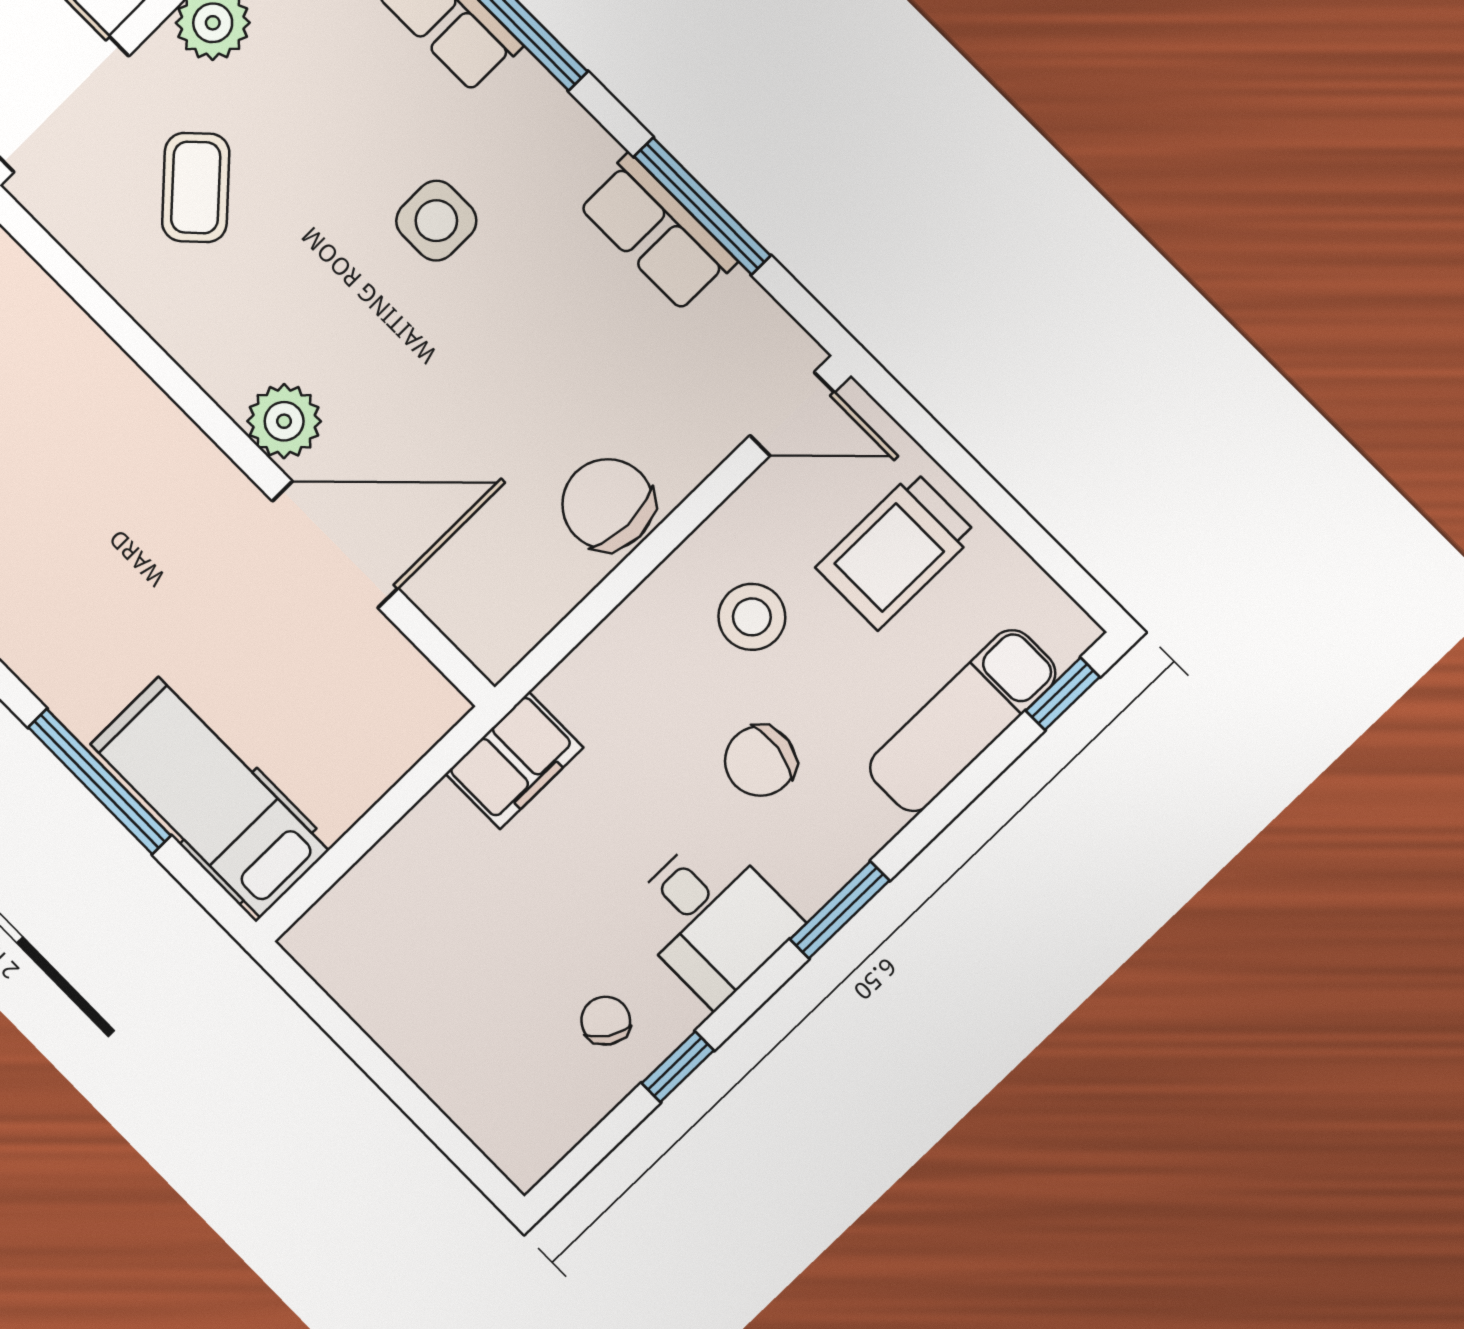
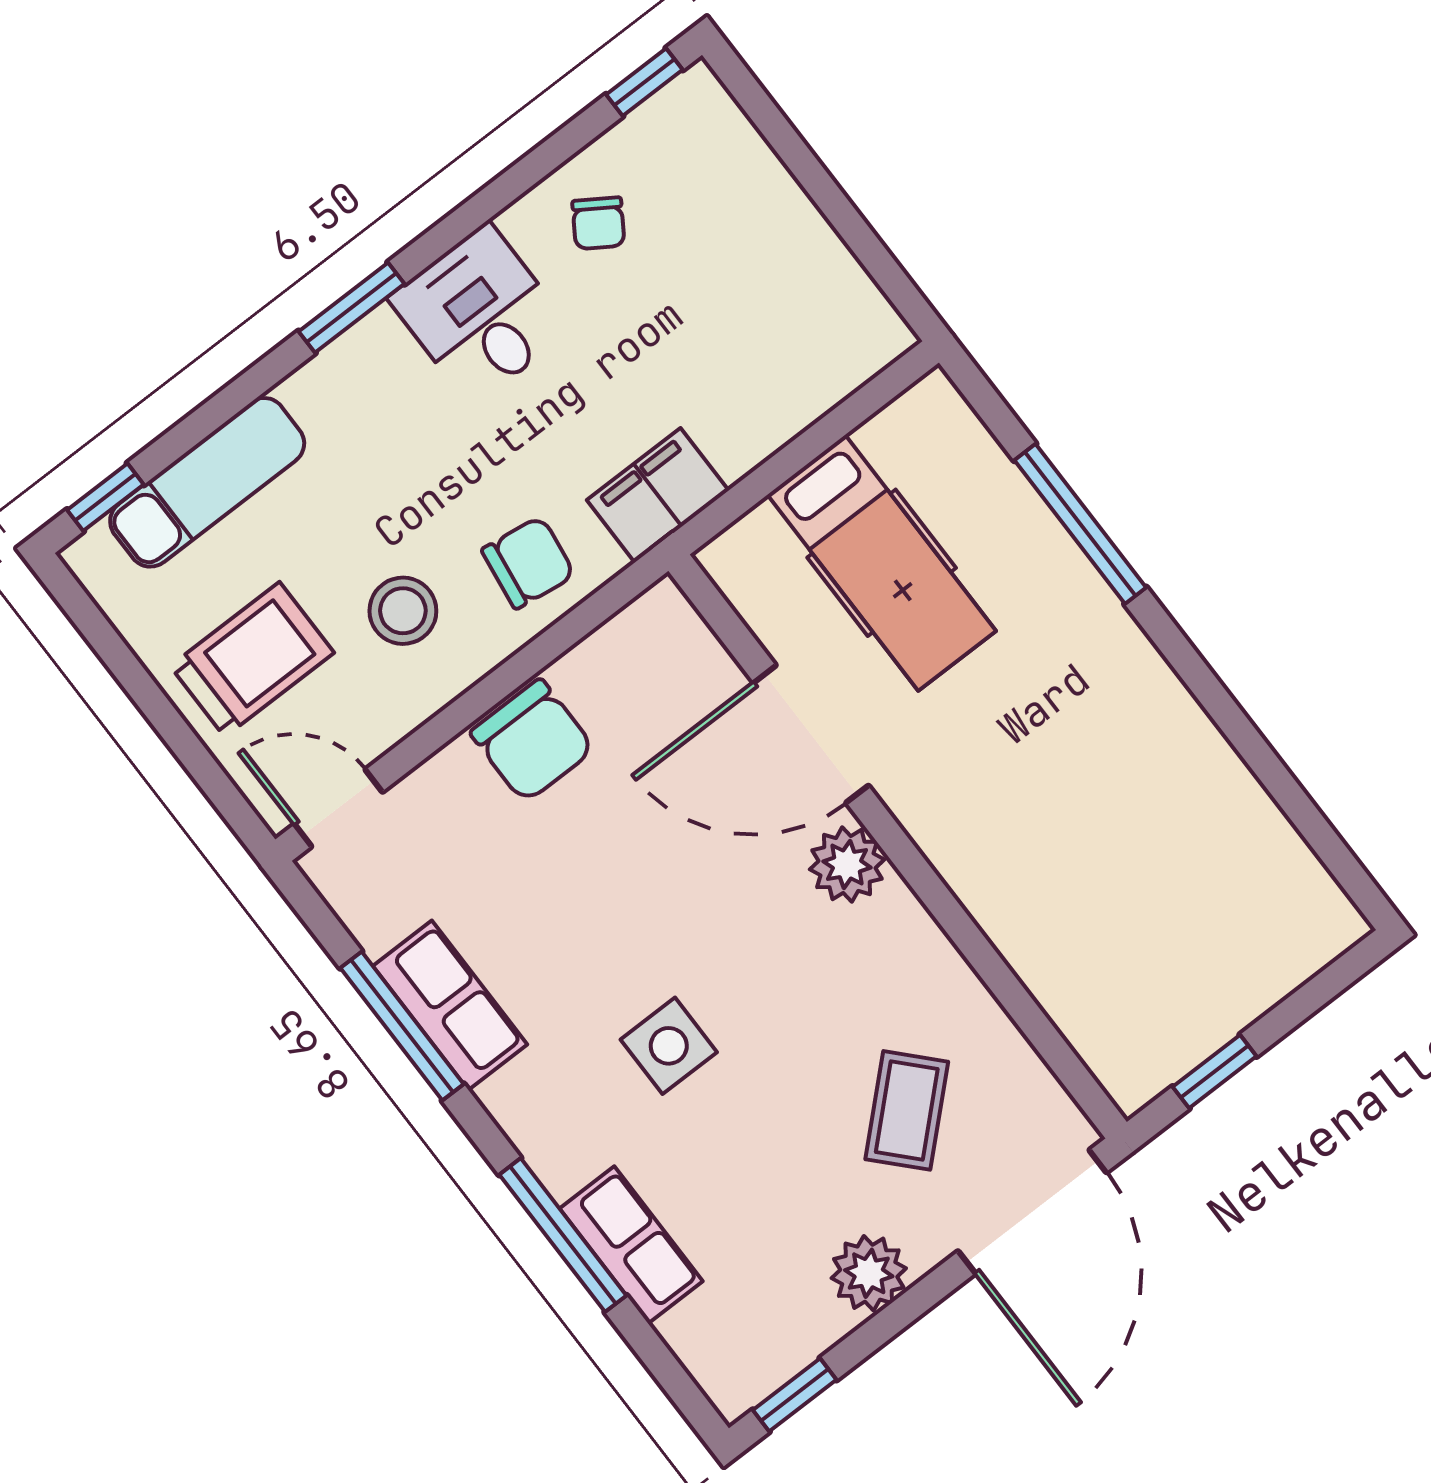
chair: (760, 761) -> (528, 563), moved
hospital bed: (210, 797) -> (882, 563), moved
window: (678, 1067) -> (644, 82), moved

